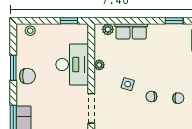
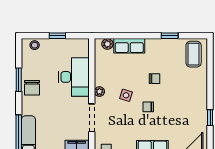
window: (69, 21) -> (57, 36), moved
plant: (99, 65) -> (99, 92), moved
chair: (27, 76) -> (32, 88), turned 90
chair: (178, 98) -> (154, 79), moved

